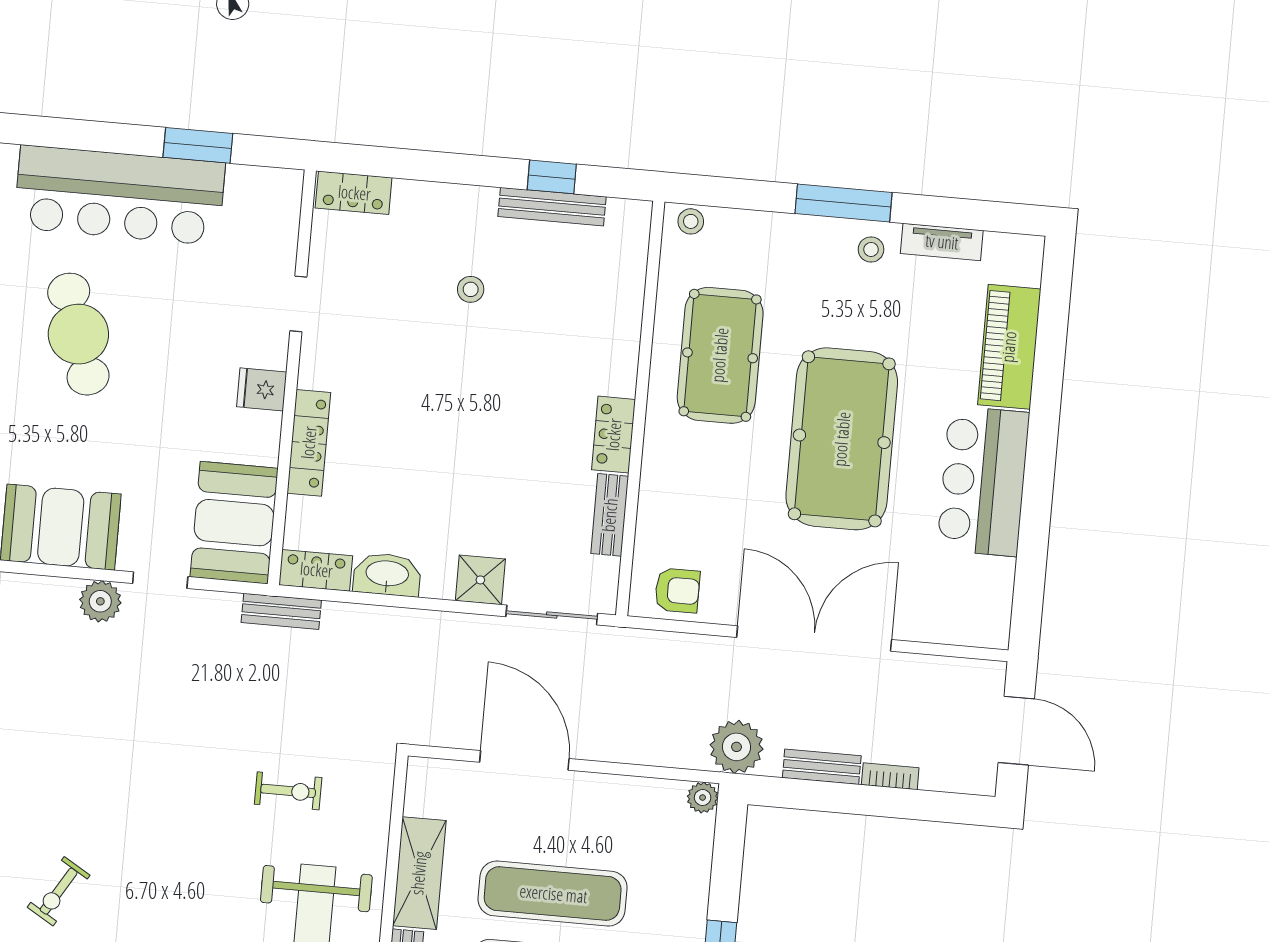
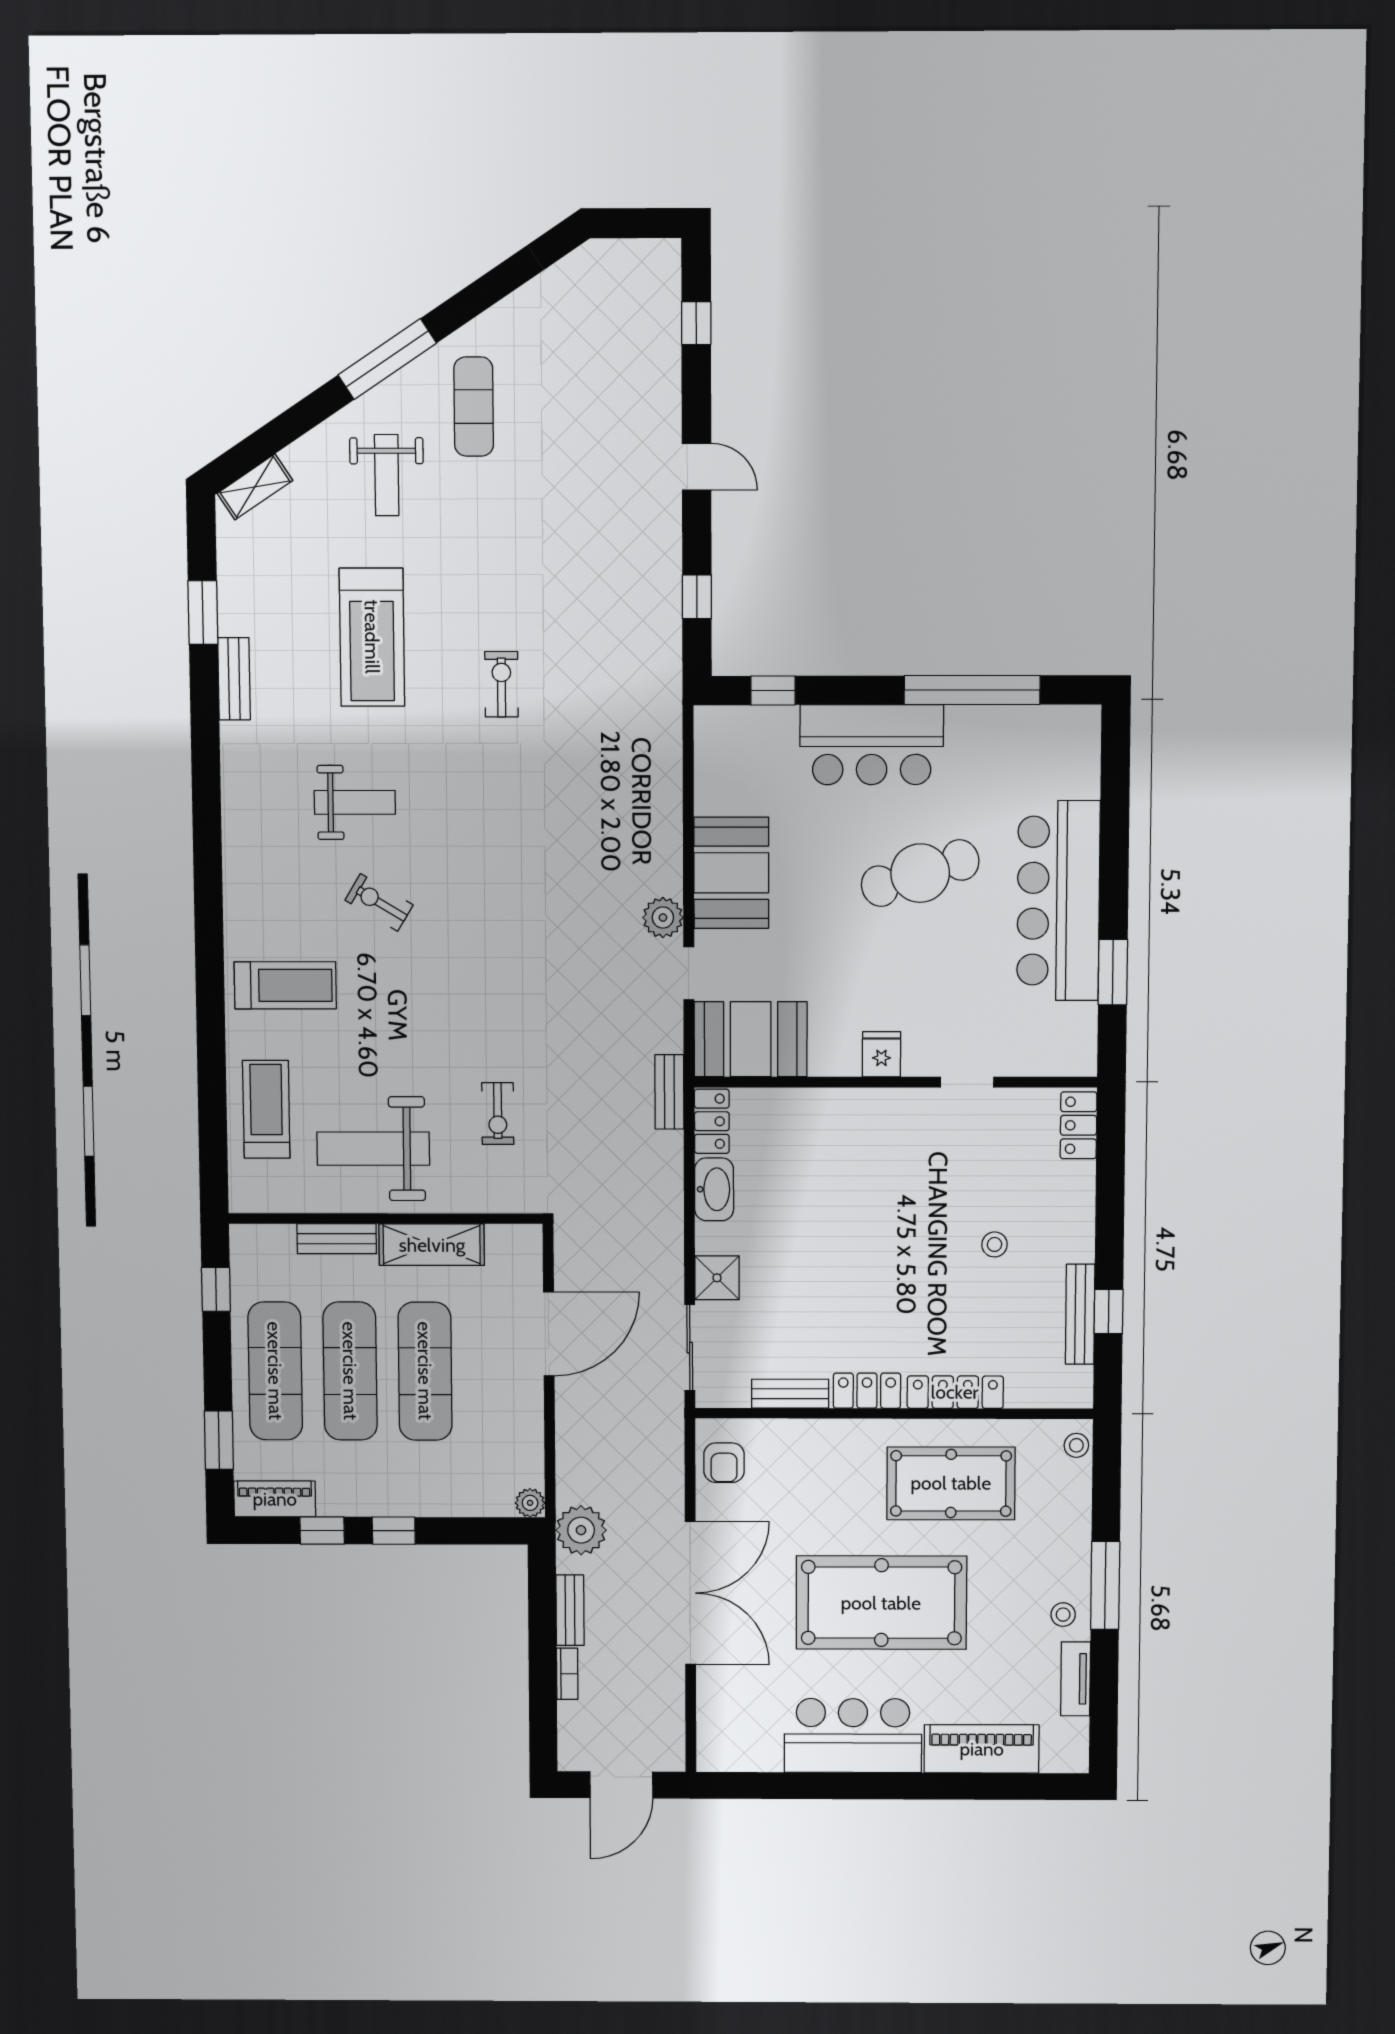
locker: (309, 443) -> (955, 1392), moved, turned 180

